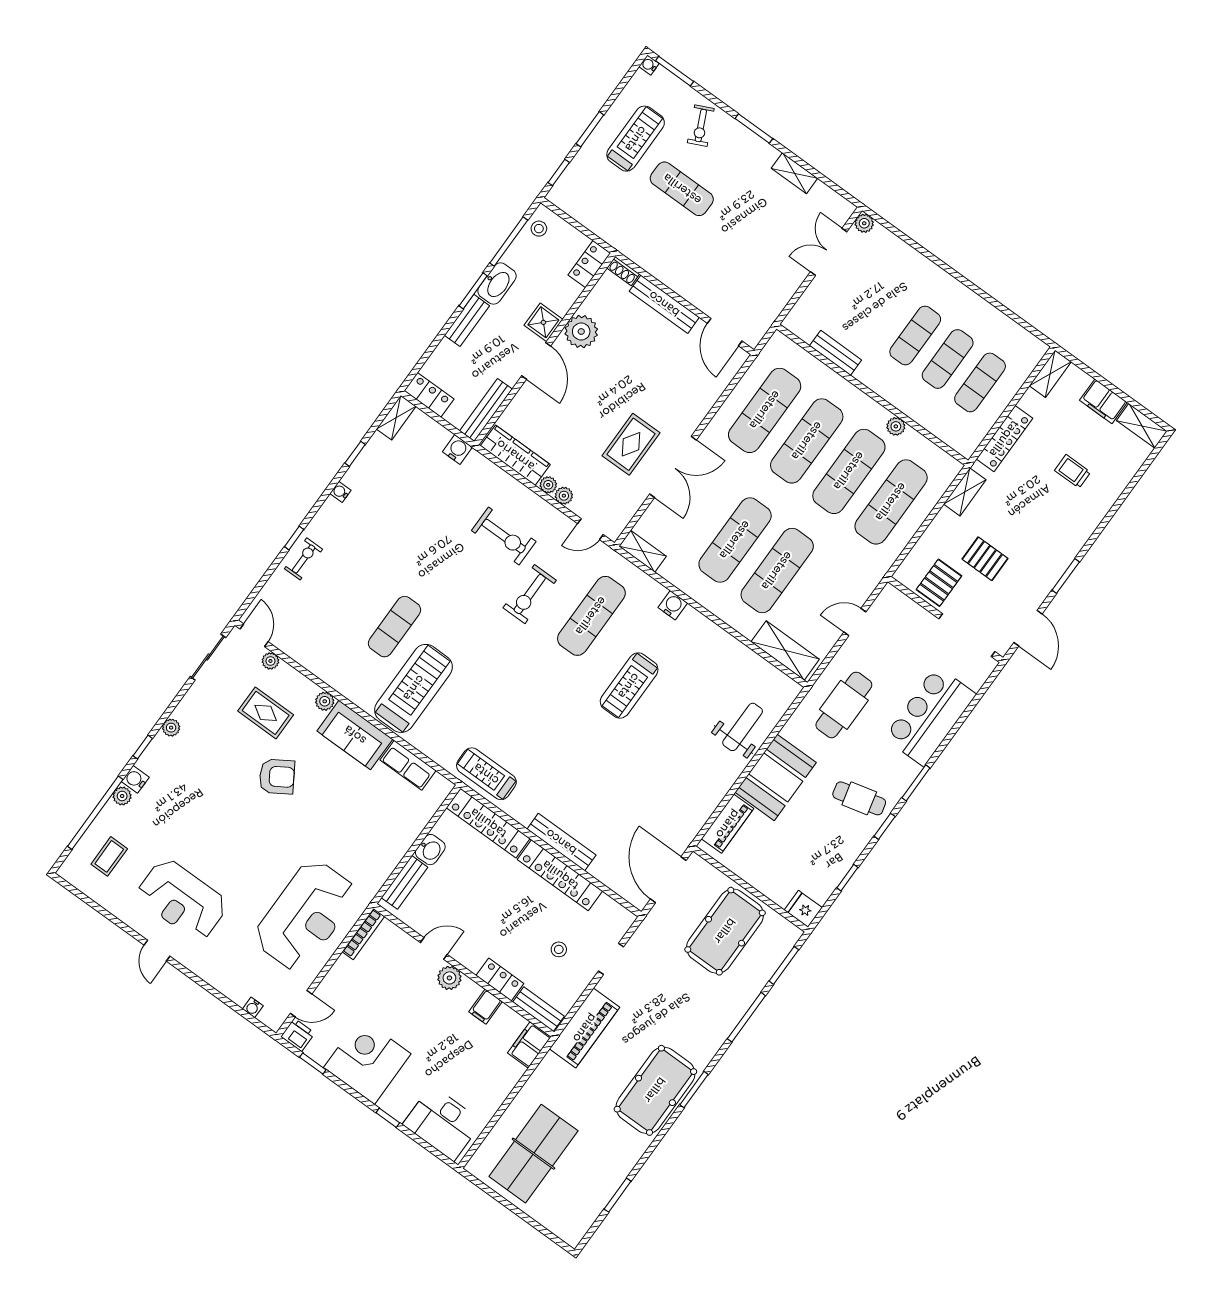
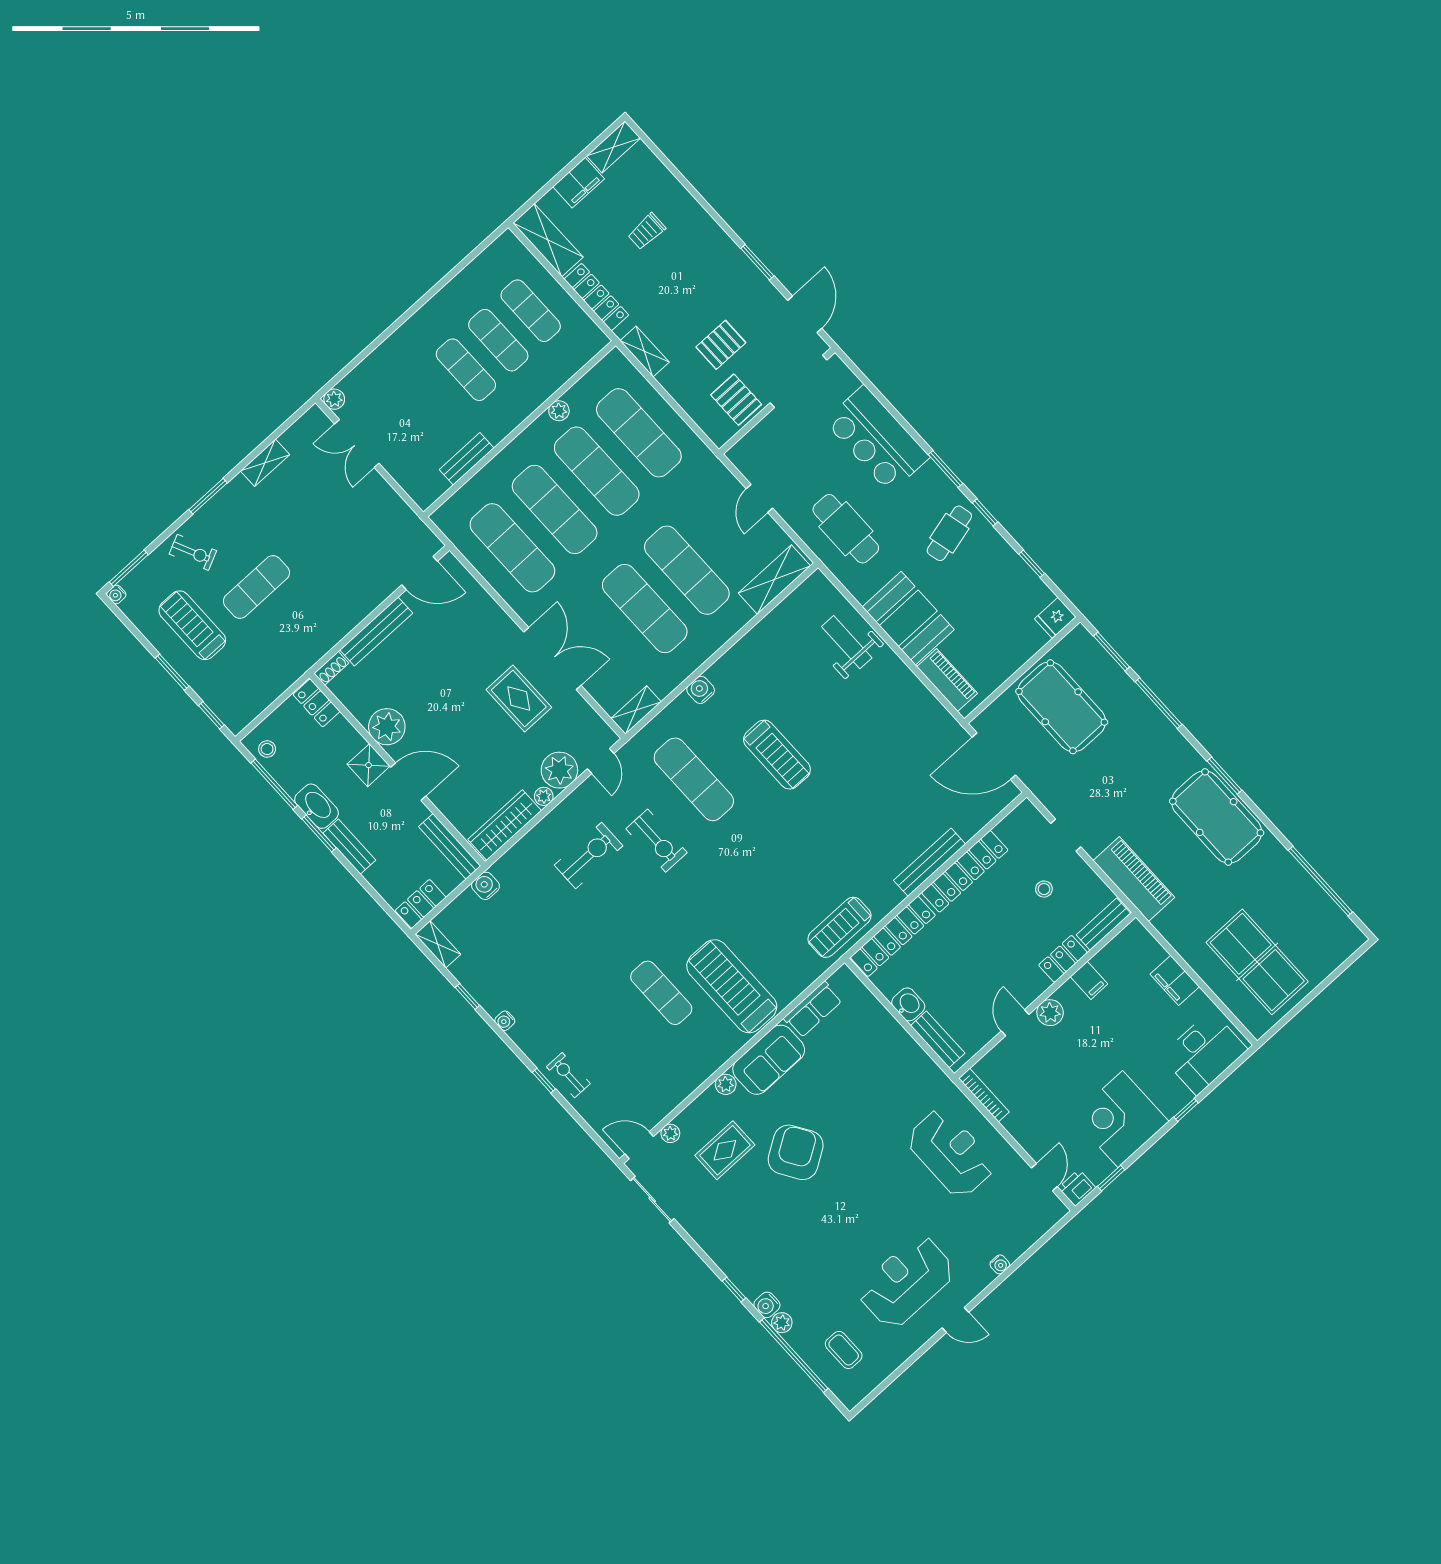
shelving: (1050, 374) -> (548, 240), width x1.50, depth x1.33
plant: (564, 496) -> (559, 770), width x1.87, depth x1.87
door: (1028, 628) -> (805, 314), hinge flipped
plant: (171, 728) -> (719, 1255), removed
armchair: (277, 777) -> (796, 1152), width x1.36, depth x1.36
reception desk: (182, 900) -> (906, 1282), turned 180
reception desk: (305, 915) -> (951, 1153), width x0.74, depth x0.77
water cooler: (253, 1007) -> (1000, 1264), moved
filing cabinet: (529, 1045) -> (1175, 980), moved
window: (618, 1195) -> (1320, 881), width x2.11

